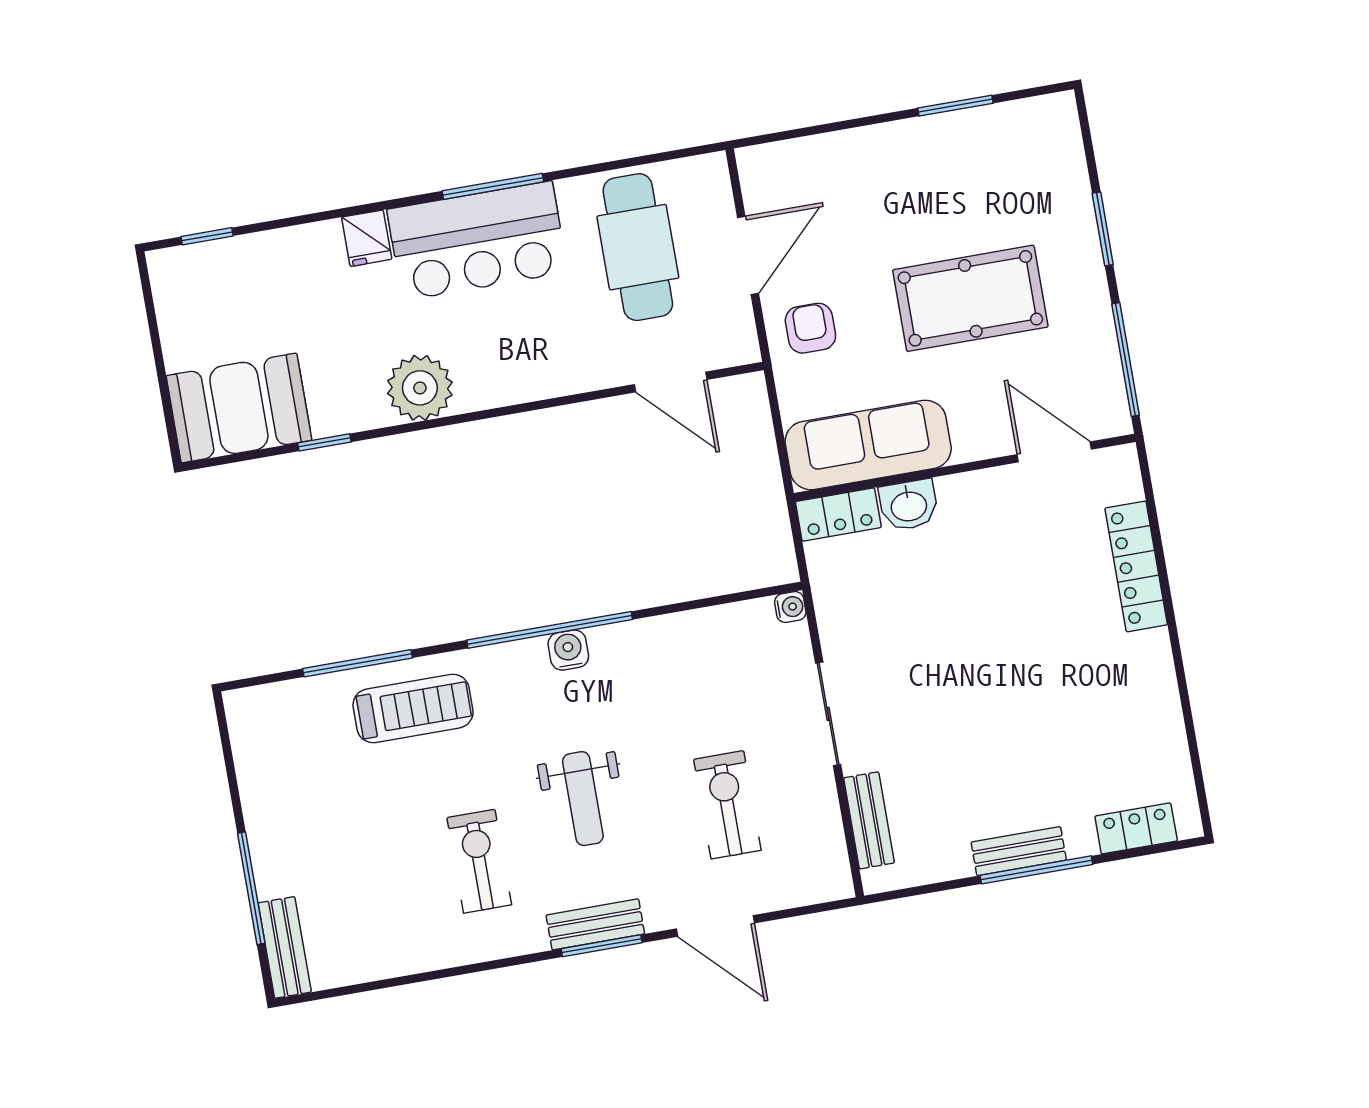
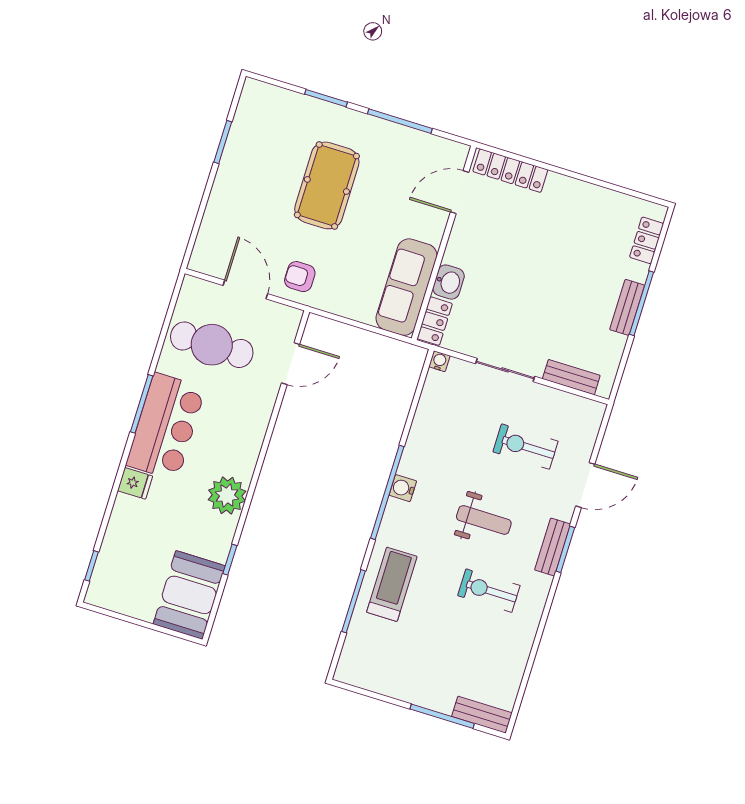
sofa: (868, 445) -> (406, 287), moved
door: (1054, 452) -> (460, 192), moved
wall: (965, 468) -> (444, 243), moved
washbasin: (909, 505) -> (448, 282), moved
locker: (838, 514) -> (435, 321), moved

